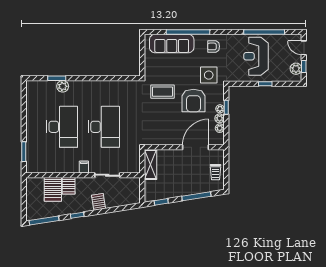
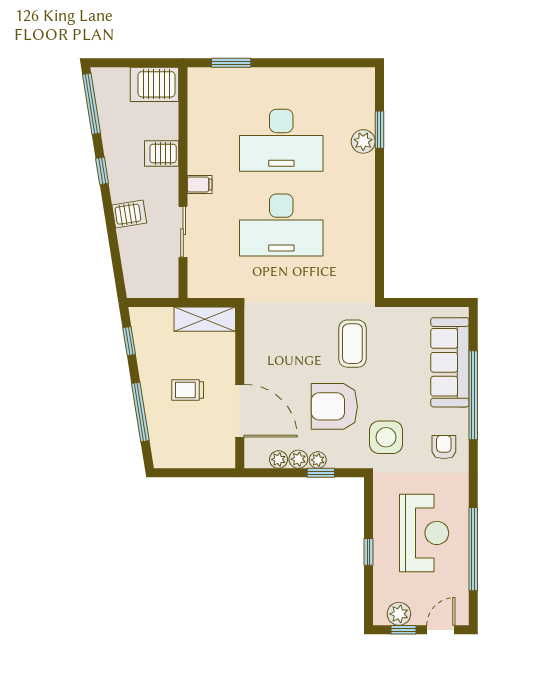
reception desk: (256, 56) -> (424, 533), turned 90
trolley: (215, 172) -> (188, 390), moved
server rack: (53, 189) -> (155, 84), moved

